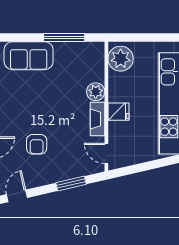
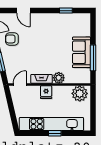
sofa: (29, 56) -> (81, 52), moved
armchair: (37, 144) -> (12, 39), moved

